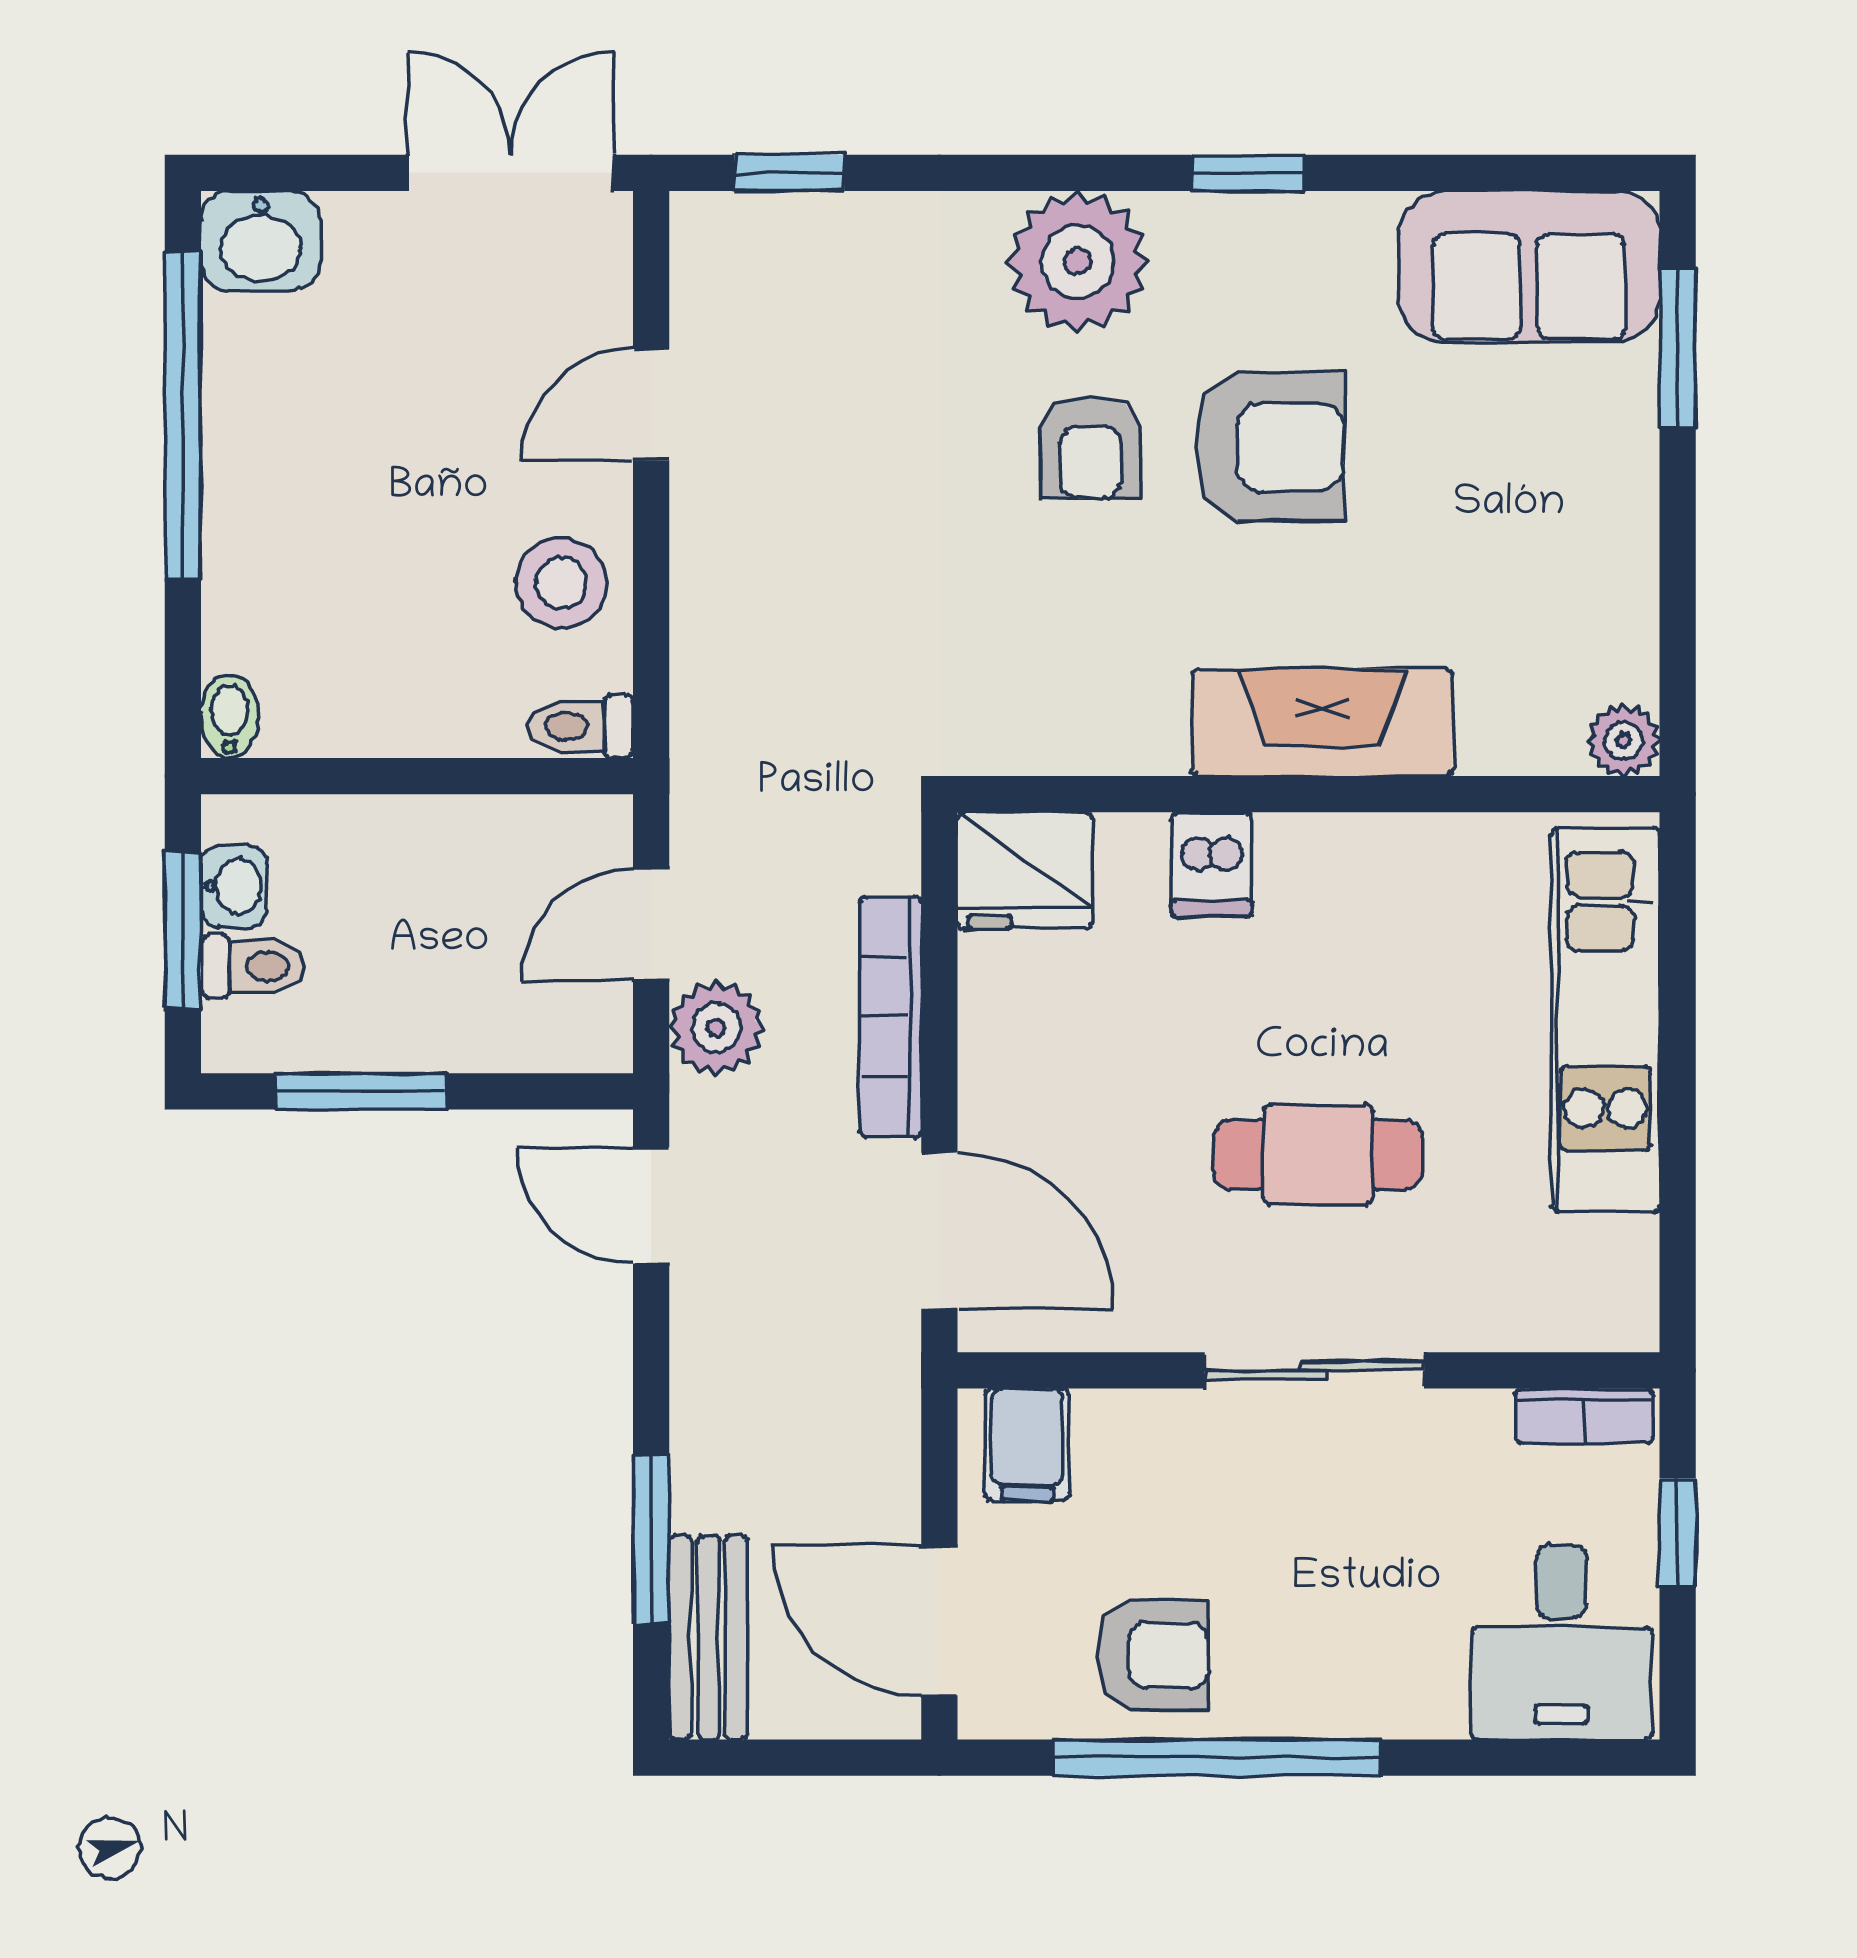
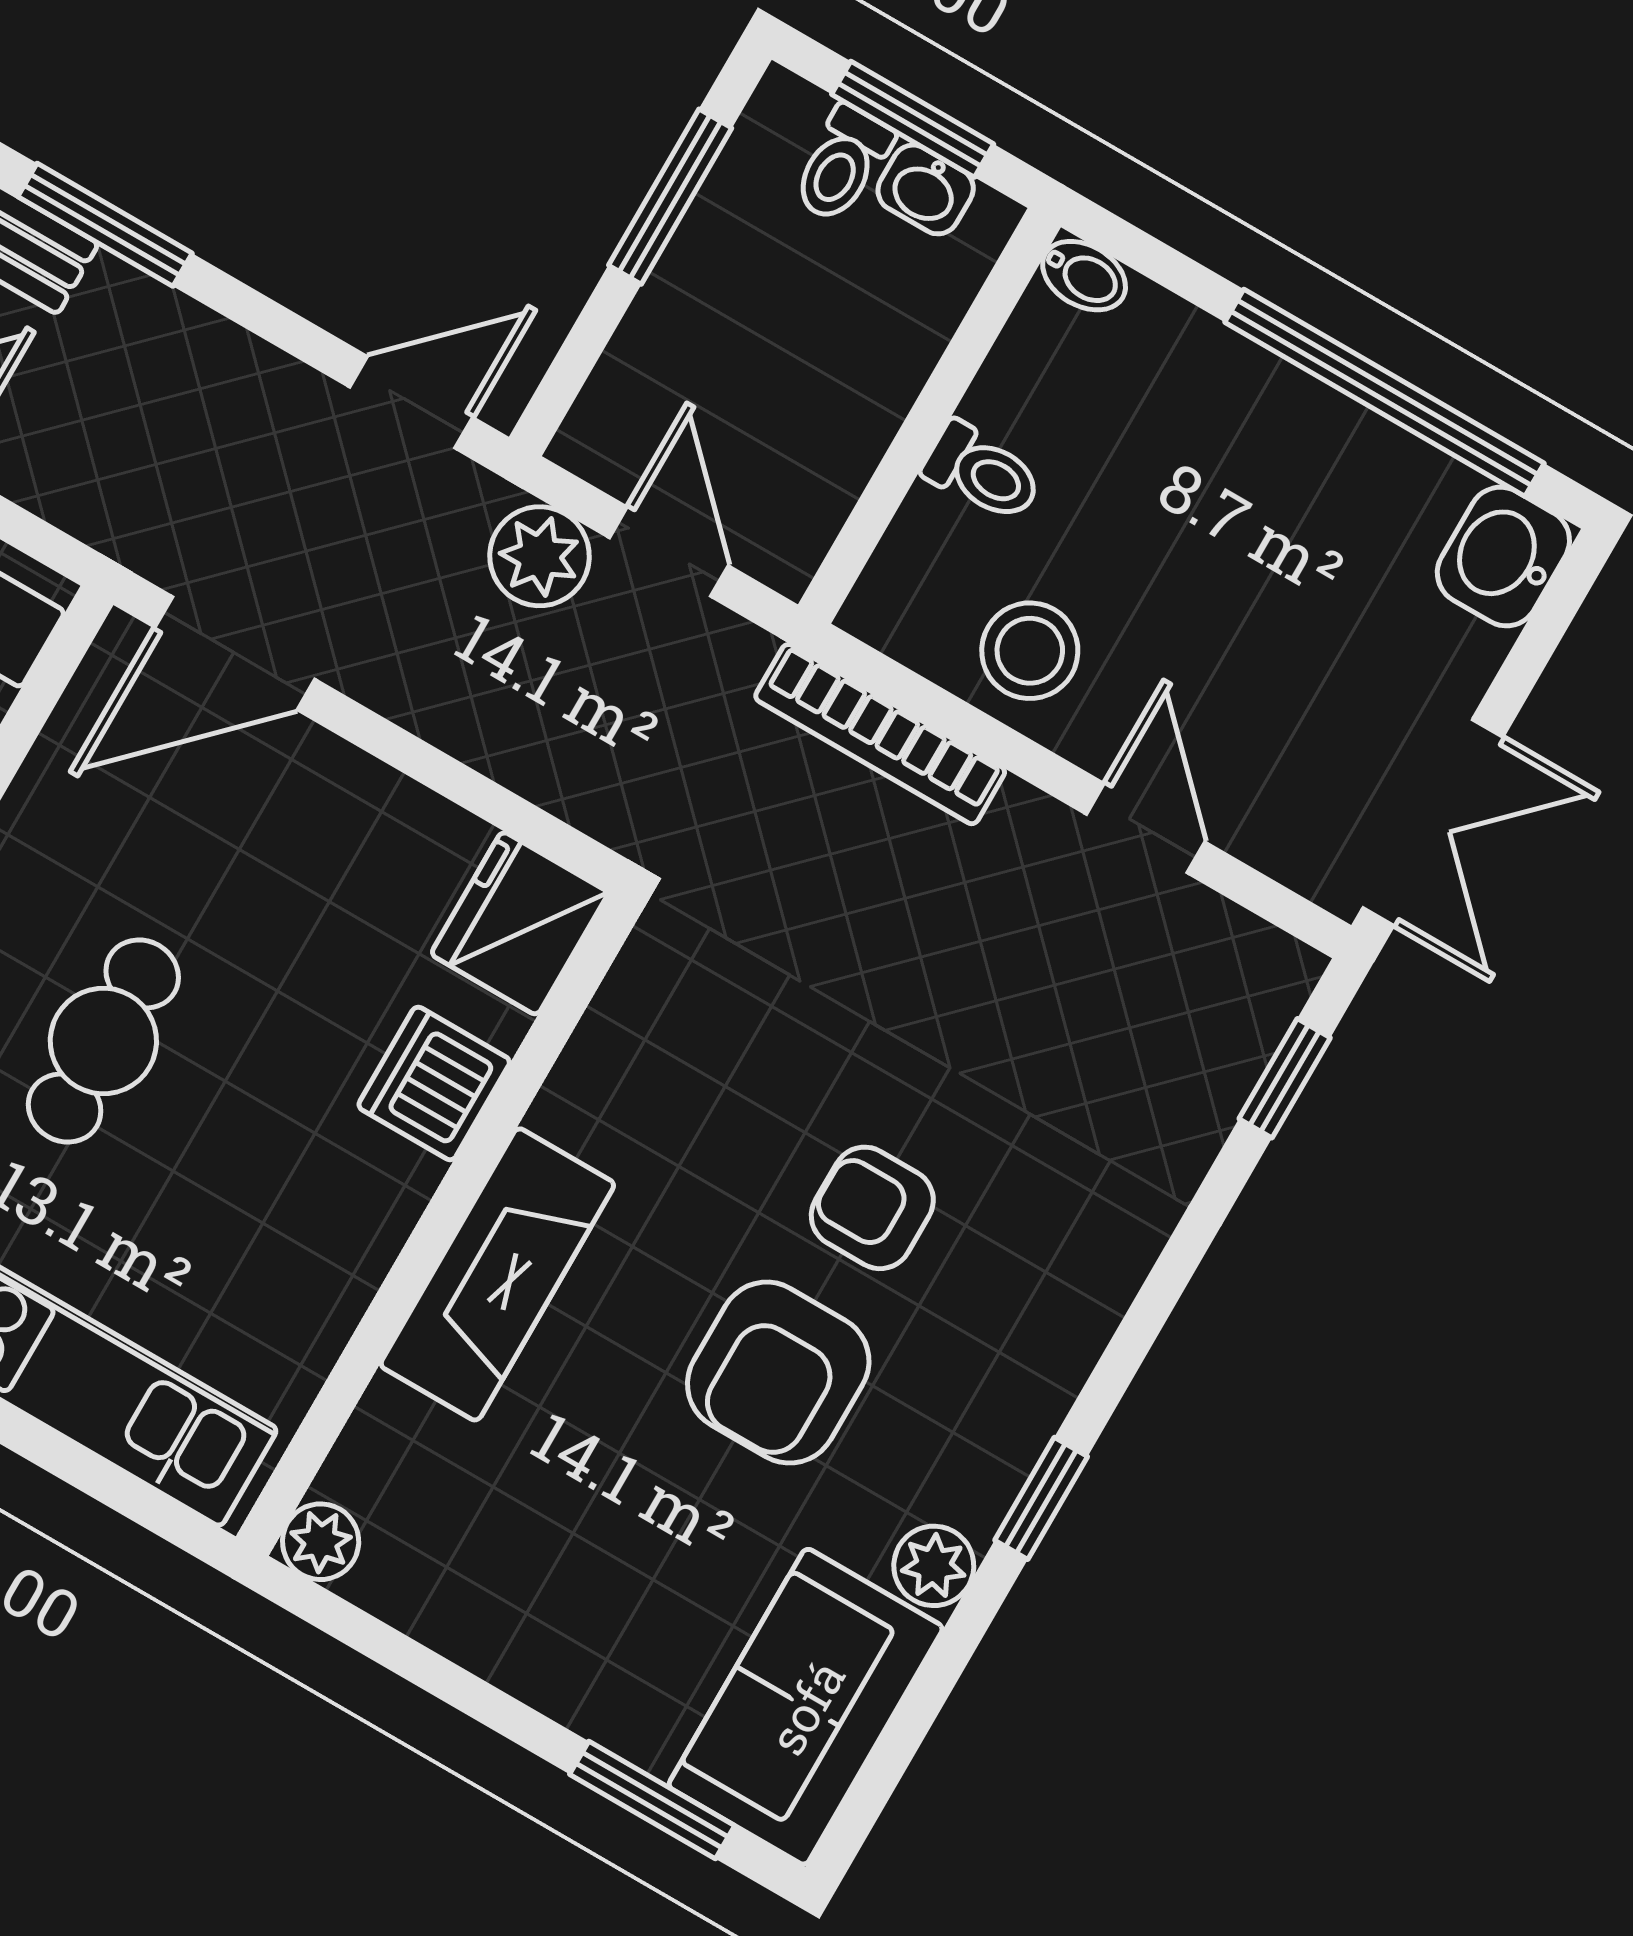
plant: (1078, 261) -> (934, 1566), moved, width x0.53, depth x0.53
toilet: (581, 726) -> (983, 472), moved, turned 90
dishwasher: (1211, 864) -> (434, 1083), width x1.38
bookcase: (890, 1017) -> (880, 734), moved, turned 180

